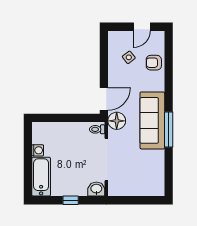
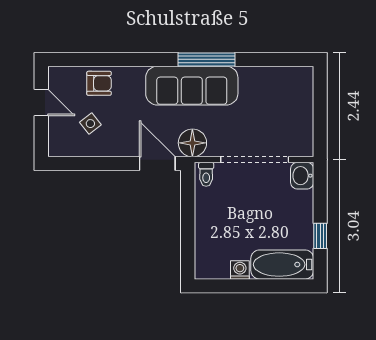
armchair: (154, 63) -> (99, 83), turned -90
window: (71, 200) -> (320, 236), moved

